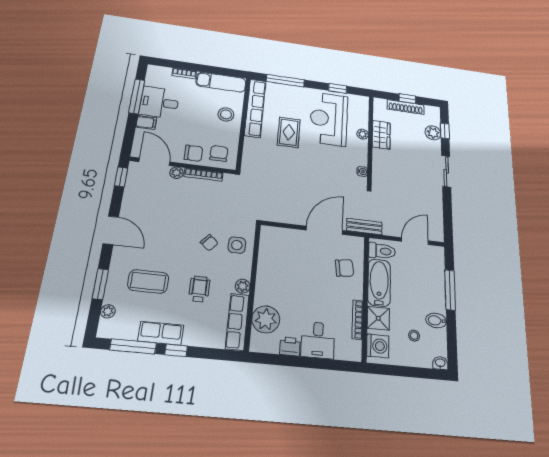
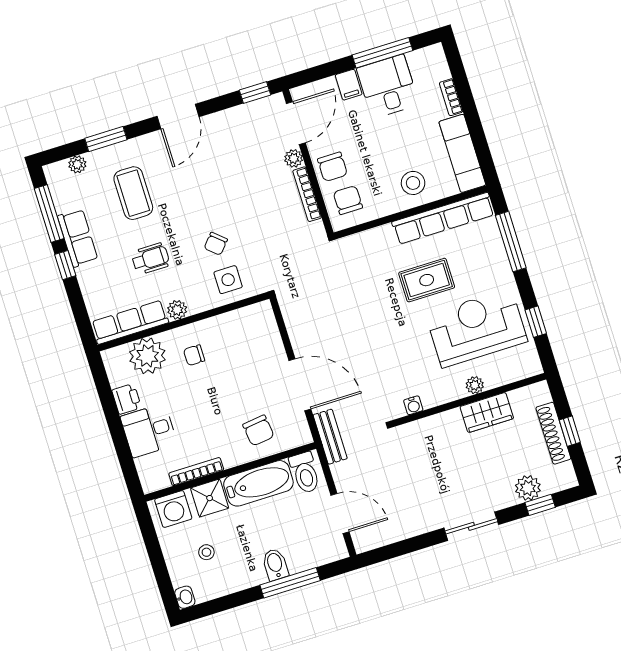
chair: (219, 153) -> (348, 200), turned -90
chair: (278, 288) -> (194, 355), added
bidet: (436, 320) -> (275, 564), moved

